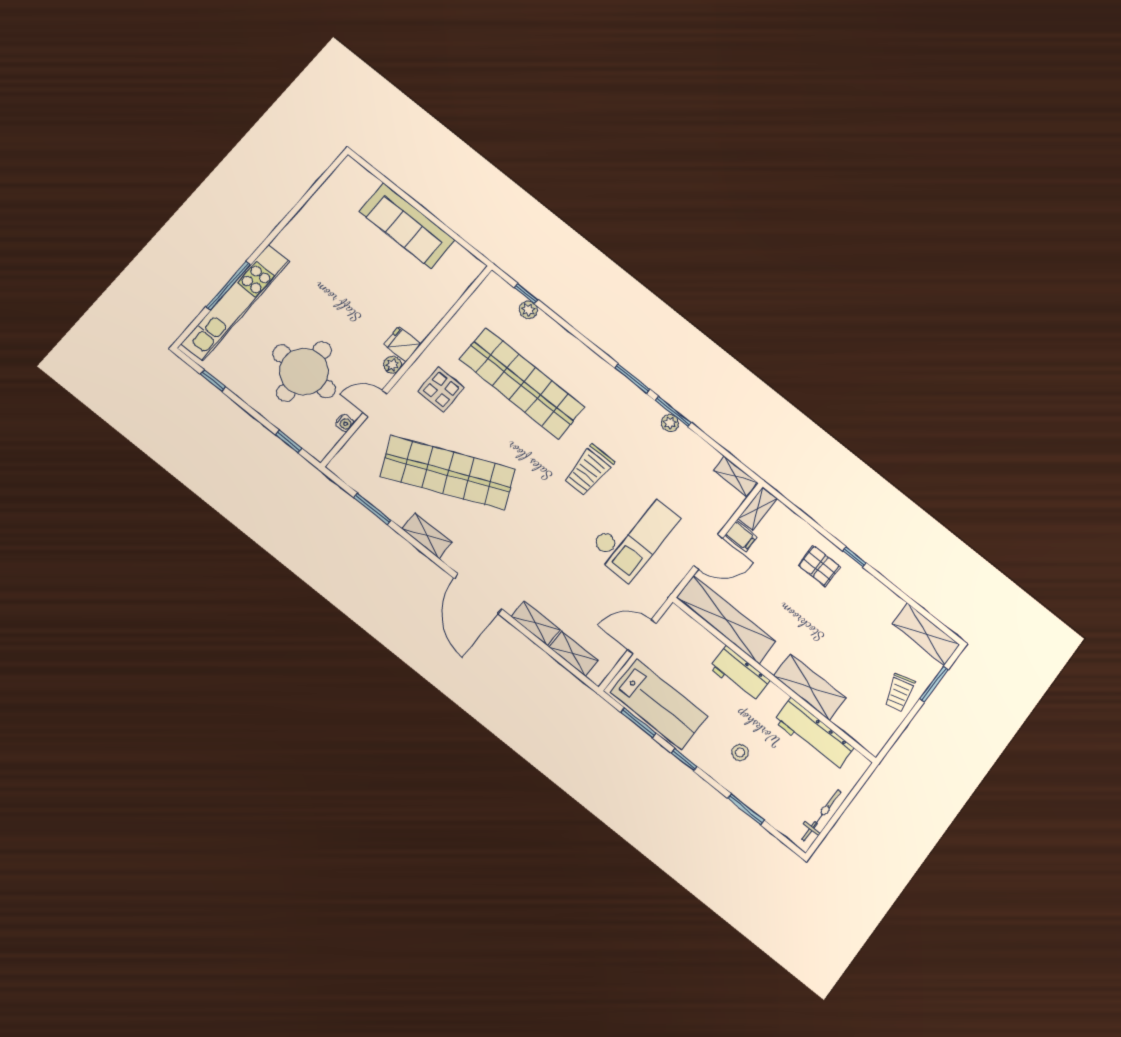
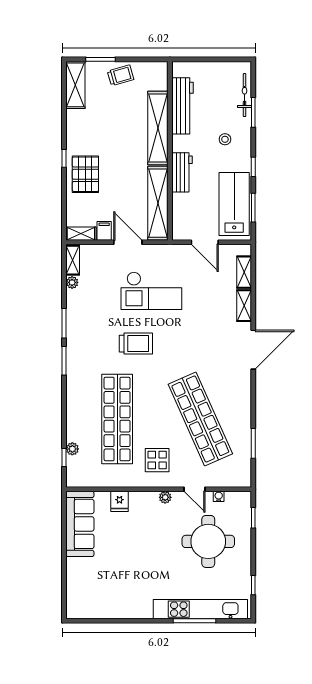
sofa: (407, 226) -> (80, 524), moved
fridge: (402, 344) -> (119, 501), moved
plant: (670, 423) -> (72, 282), moved
checkout: (634, 534) -> (151, 291), turned 180
shelving: (427, 536) -> (244, 402), removed
pallet: (819, 566) -> (85, 174), width x1.50, depth x1.42
shelving: (810, 687) -> (158, 128), width x1.47
bicycle: (821, 815) -> (245, 95), moved, turned 90

